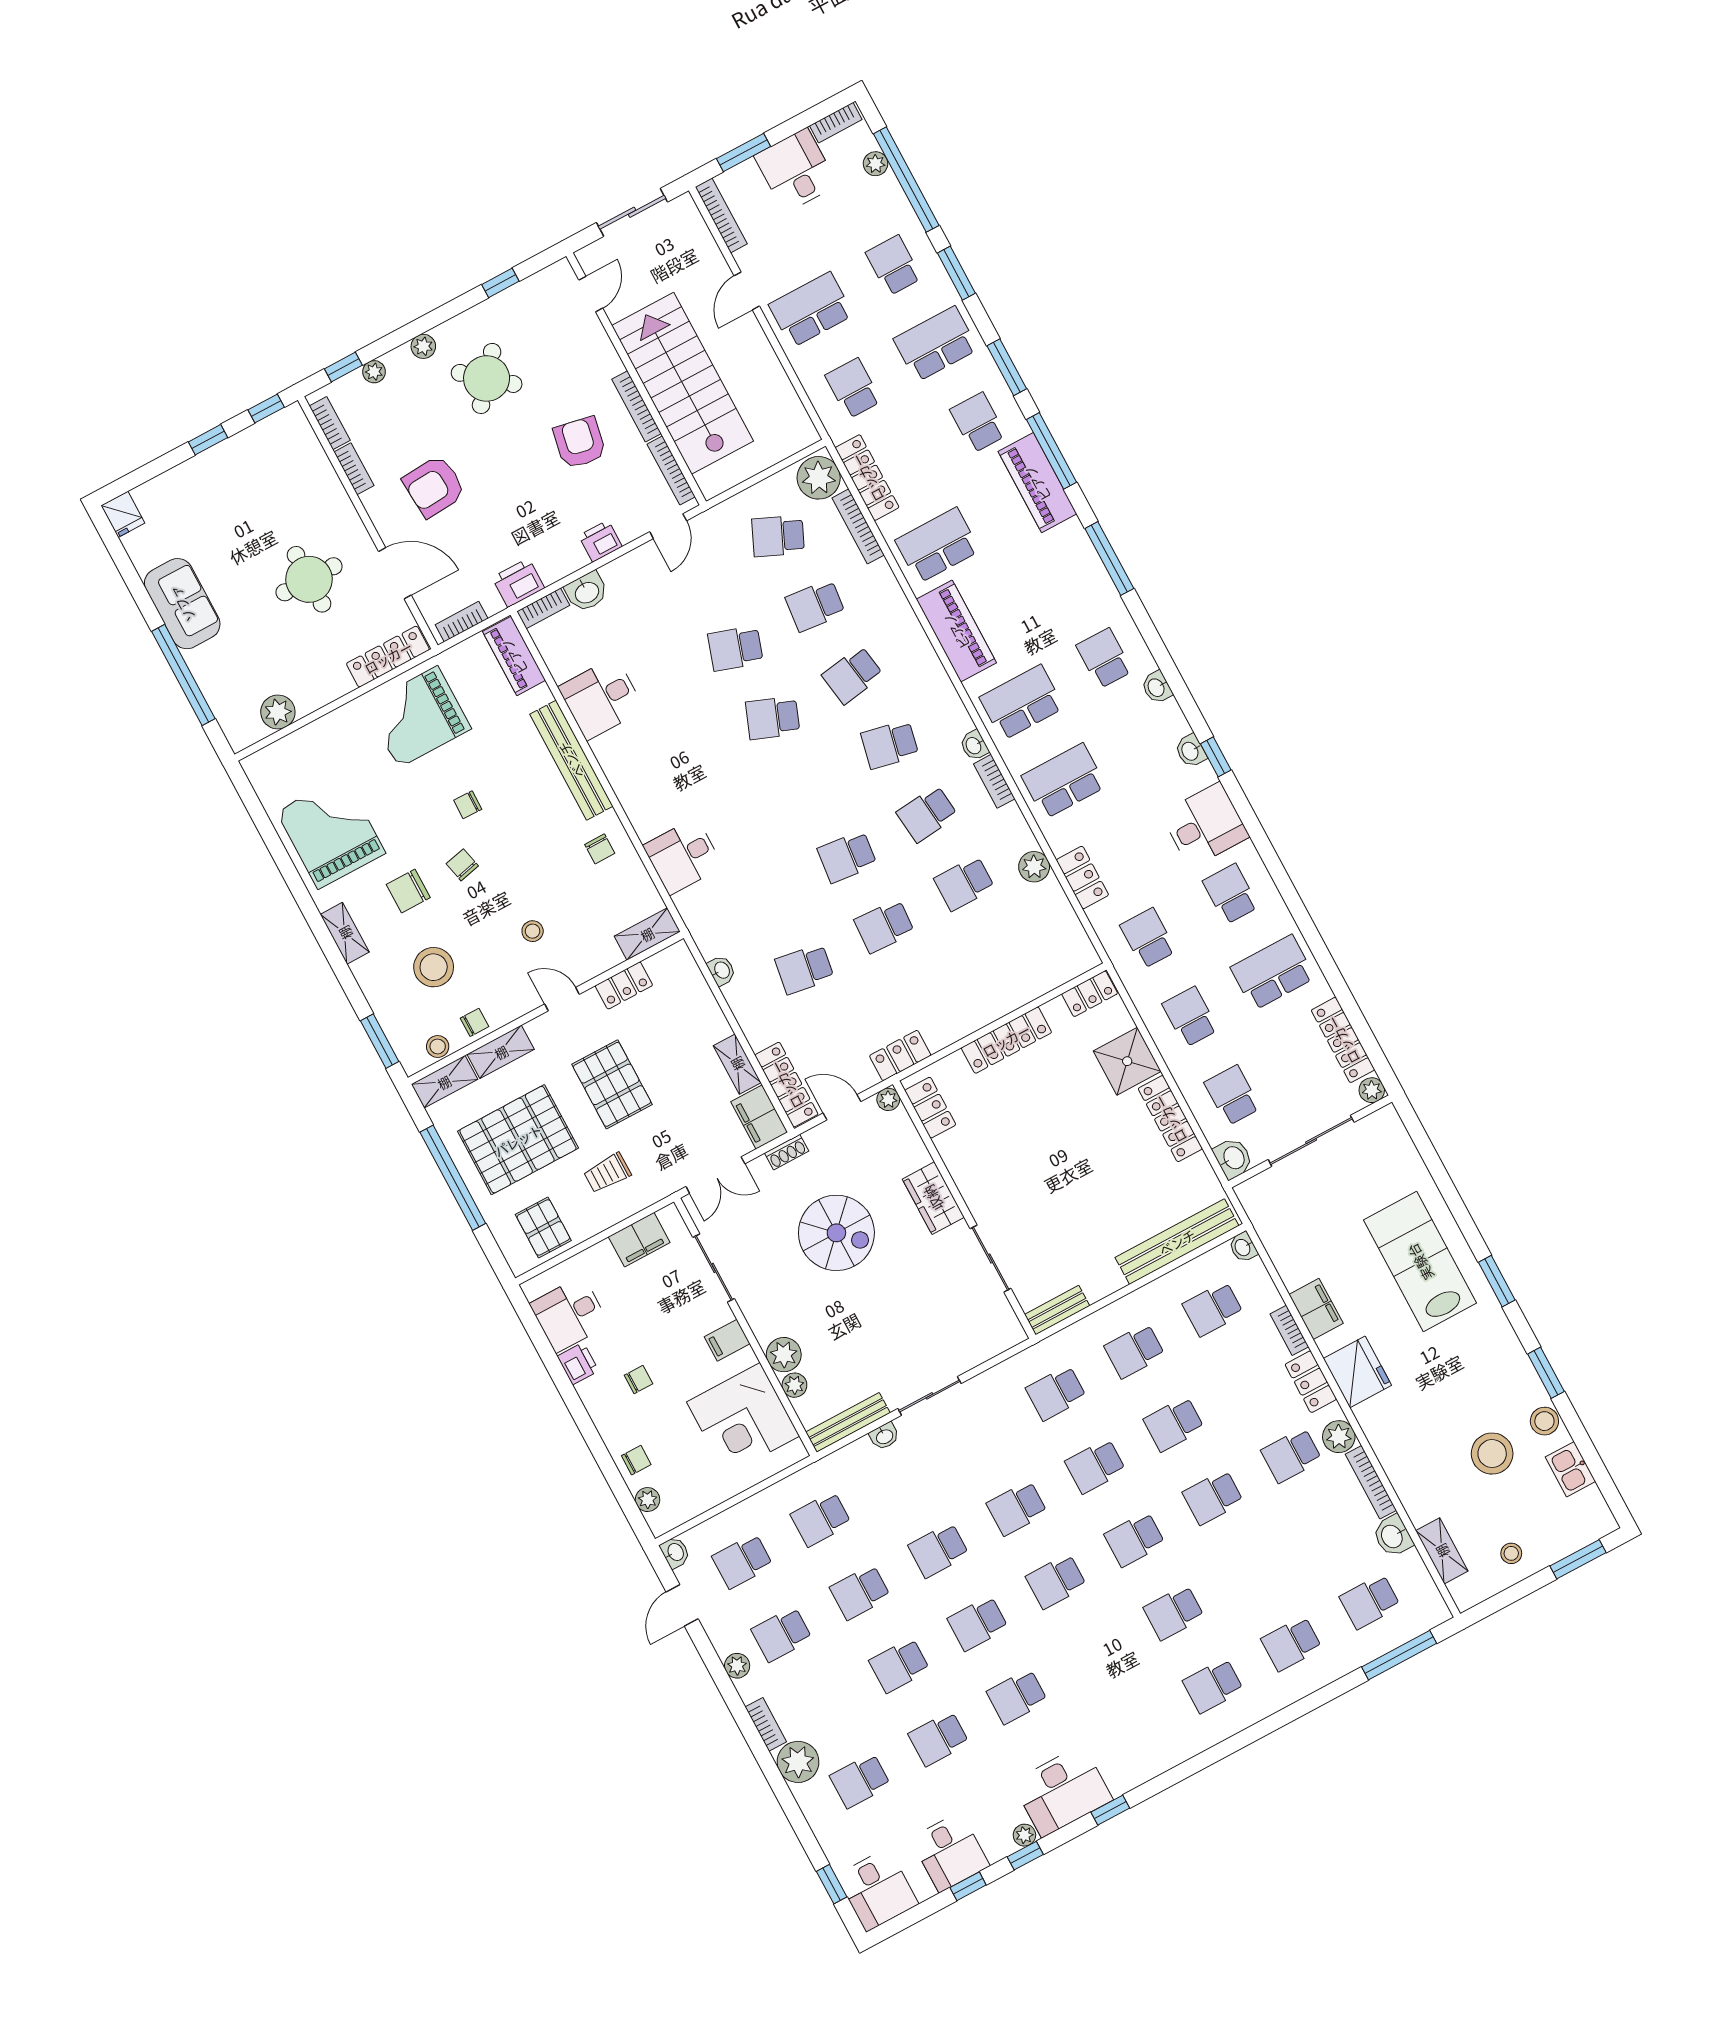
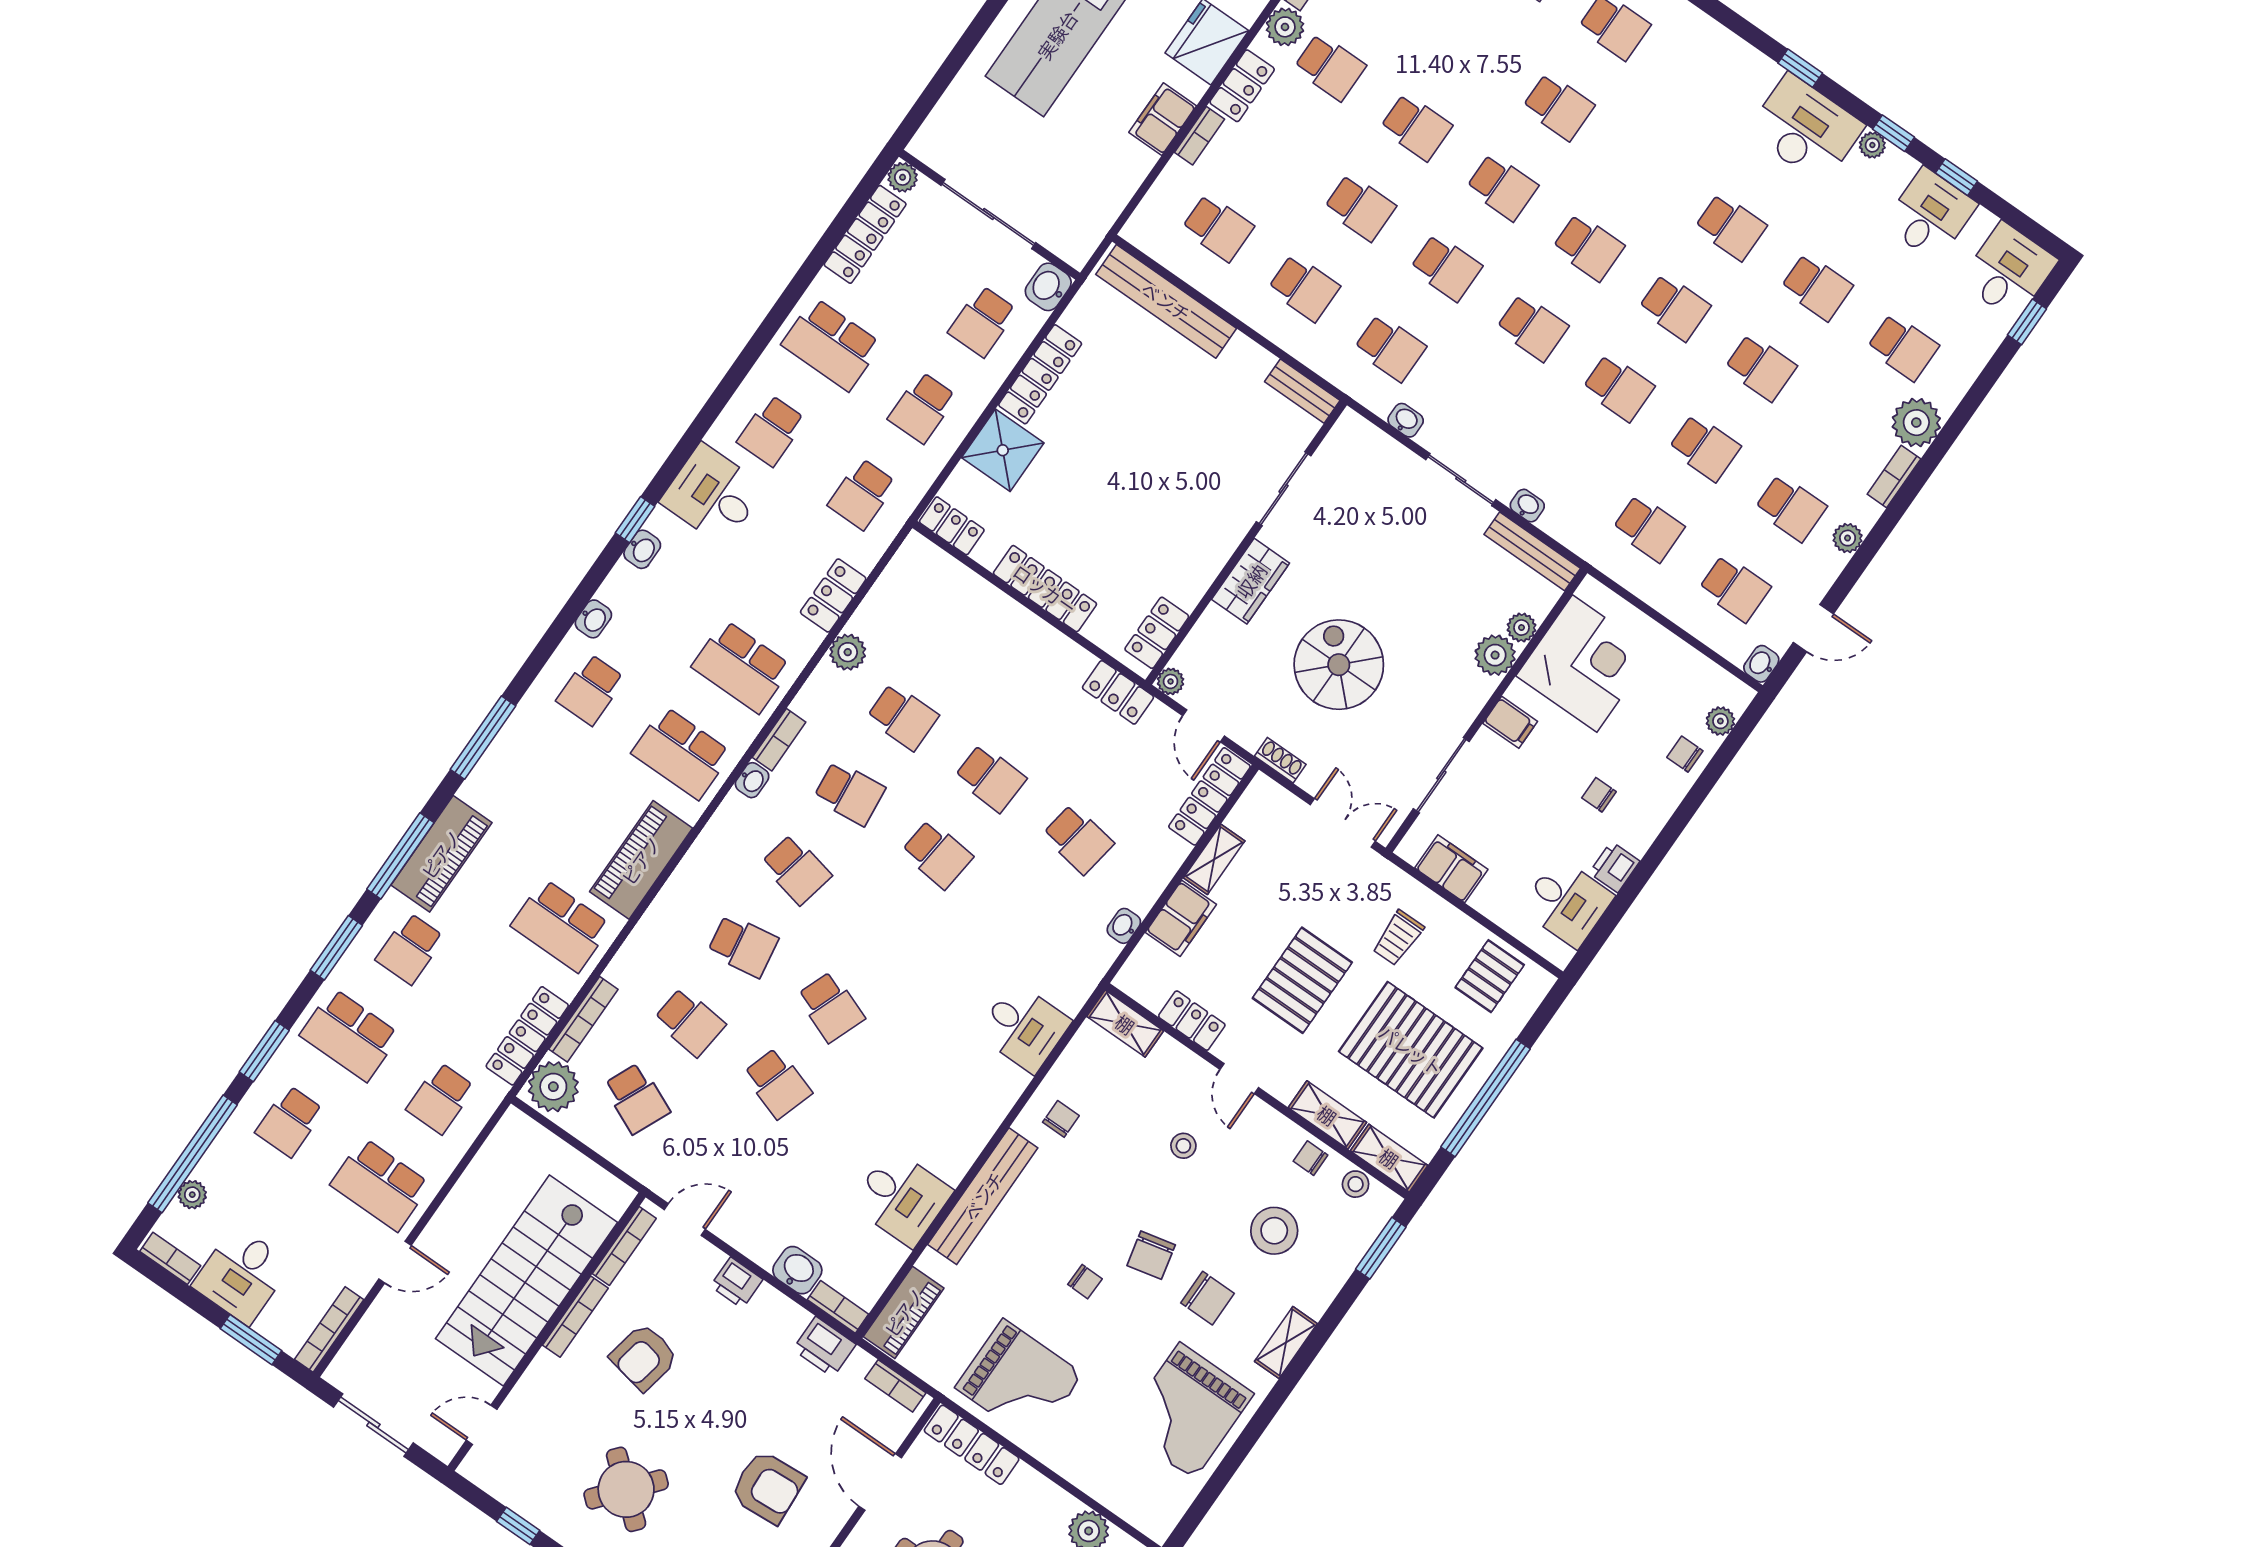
chair: (462, 865) -> (1151, 1255), width x1.37, depth x1.37
filing cabinet: (759, 1117) -> (1181, 918), moved
trolley: (607, 1173) -> (1398, 938), turned 90
washbasin: (1243, 1247) -> (1406, 420), moved, turned -90

